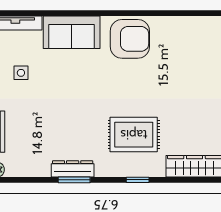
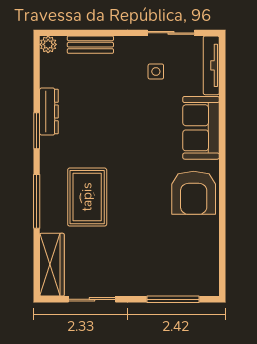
dresser: (73, 169) -> (49, 112), moved
window: (138, 180) -> (37, 201), width x2.17

